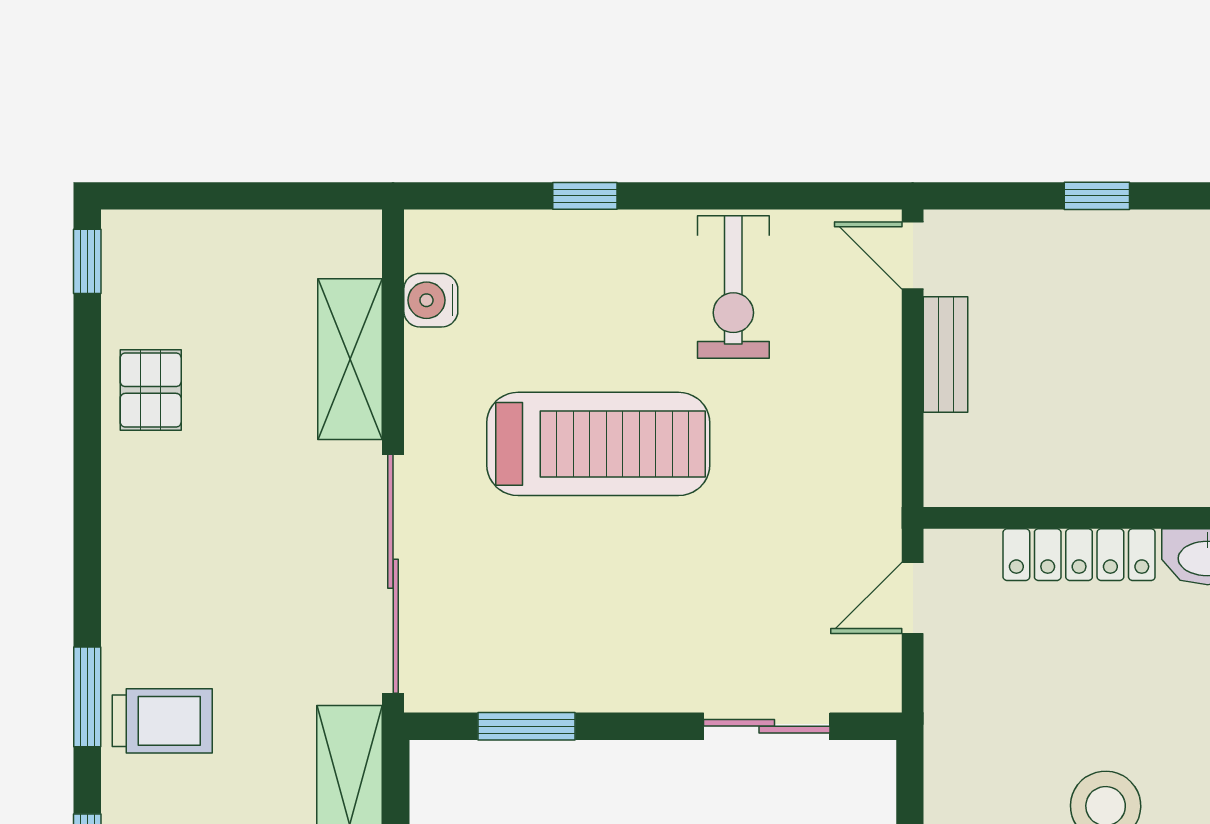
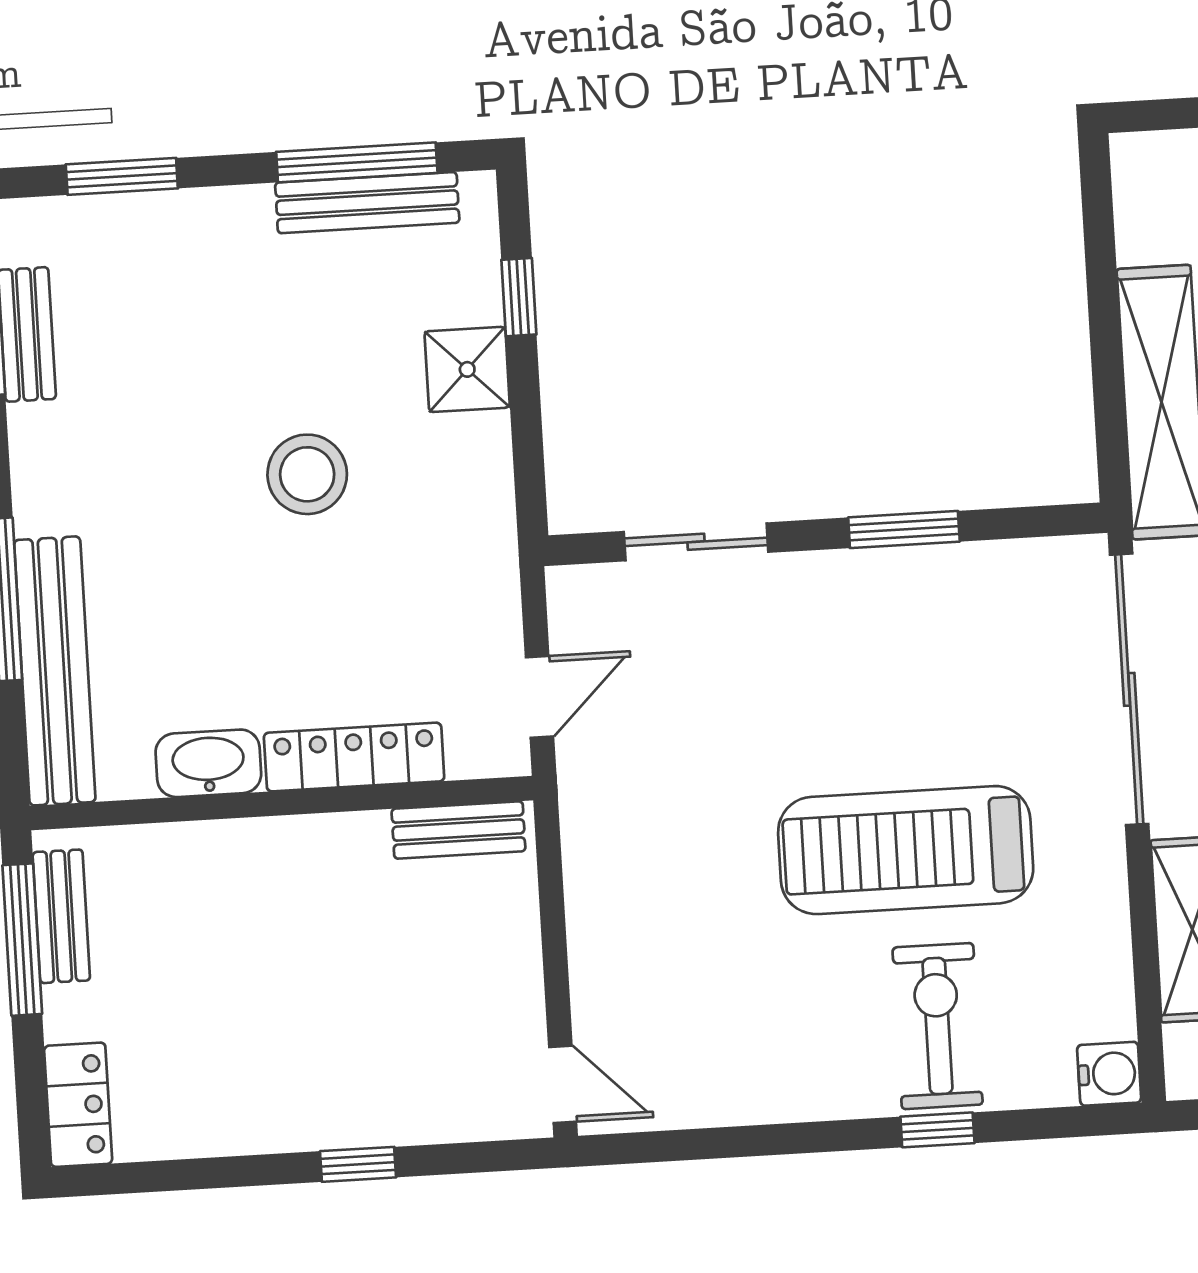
exercise bike: (733, 287) -> (938, 1026), moved
water cooler: (431, 300) -> (1109, 1074), moved
bench: (946, 354) -> (458, 830), moved, turned 90
window: (527, 726) -> (904, 529), moved

